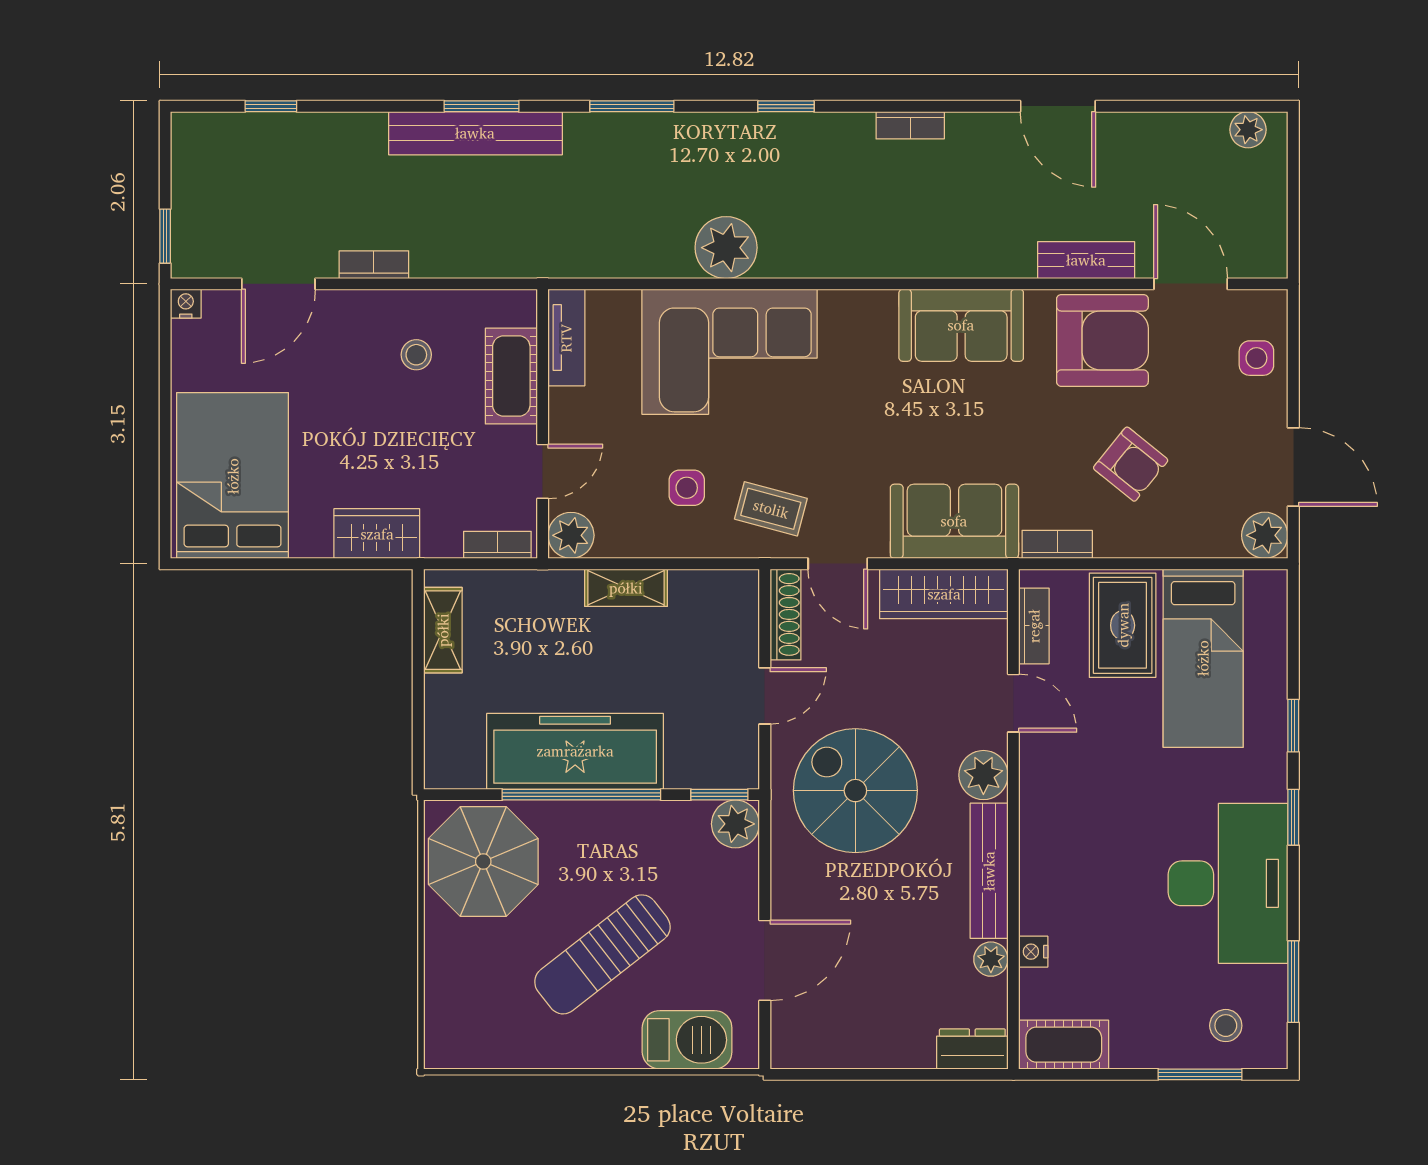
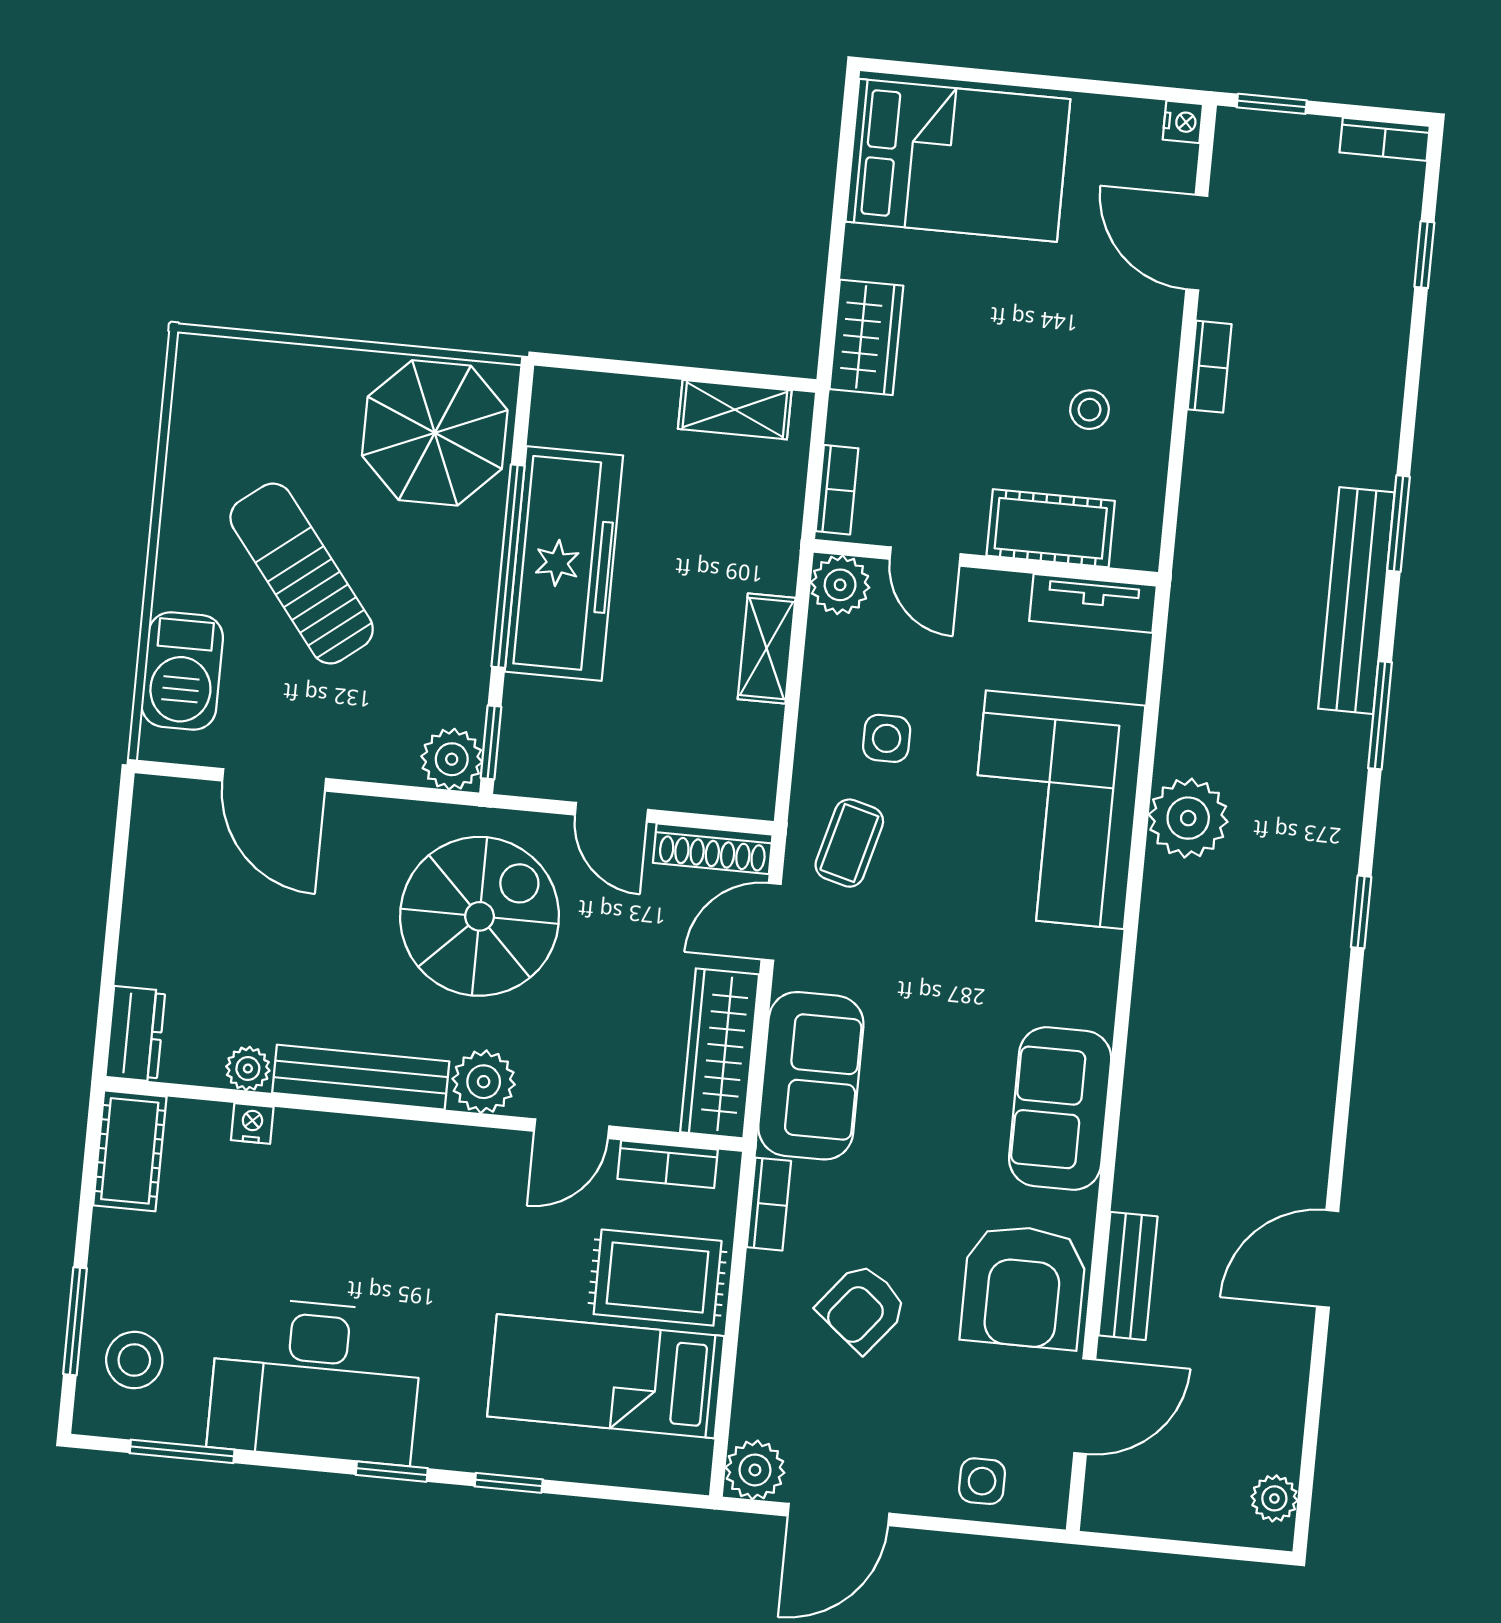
bookcase: (910, 125) -> (1385, 139), moved, turned -90
bench: (475, 133) -> (1356, 601), moved
stool: (1226, 1026) -> (134, 1360), width x1.37, depth x1.37

